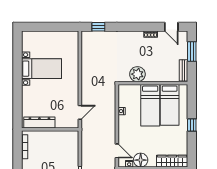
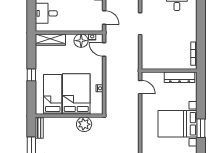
bed with nightstands: (41, 69) -> (178, 124), width x1.36
window: (17, 70) -> (201, 128), added
bed: (150, 105) -> (76, 94), width x1.50
door: (80, 112) -> (140, 87), swing flipped

